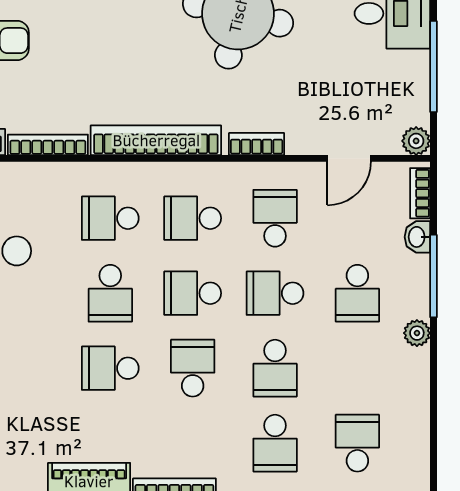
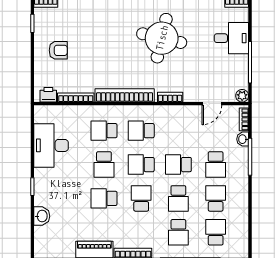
school desk: (275, 218) -> (216, 198), moved
plant: (417, 333) -> (243, 183), removed

